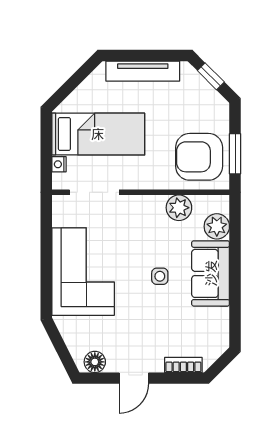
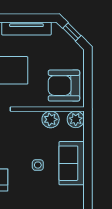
window: (235, 154) -> (88, 84), removed
plant: (217, 226) -> (76, 119), moved

